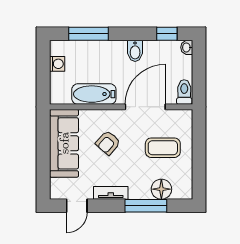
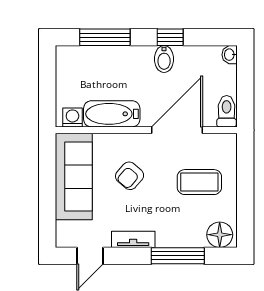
window: (167, 34) -> (170, 37), moved
washing machine: (57, 64) -> (72, 117), moved, turned -90
floor lamp: (161, 189) -> (220, 235), moved

